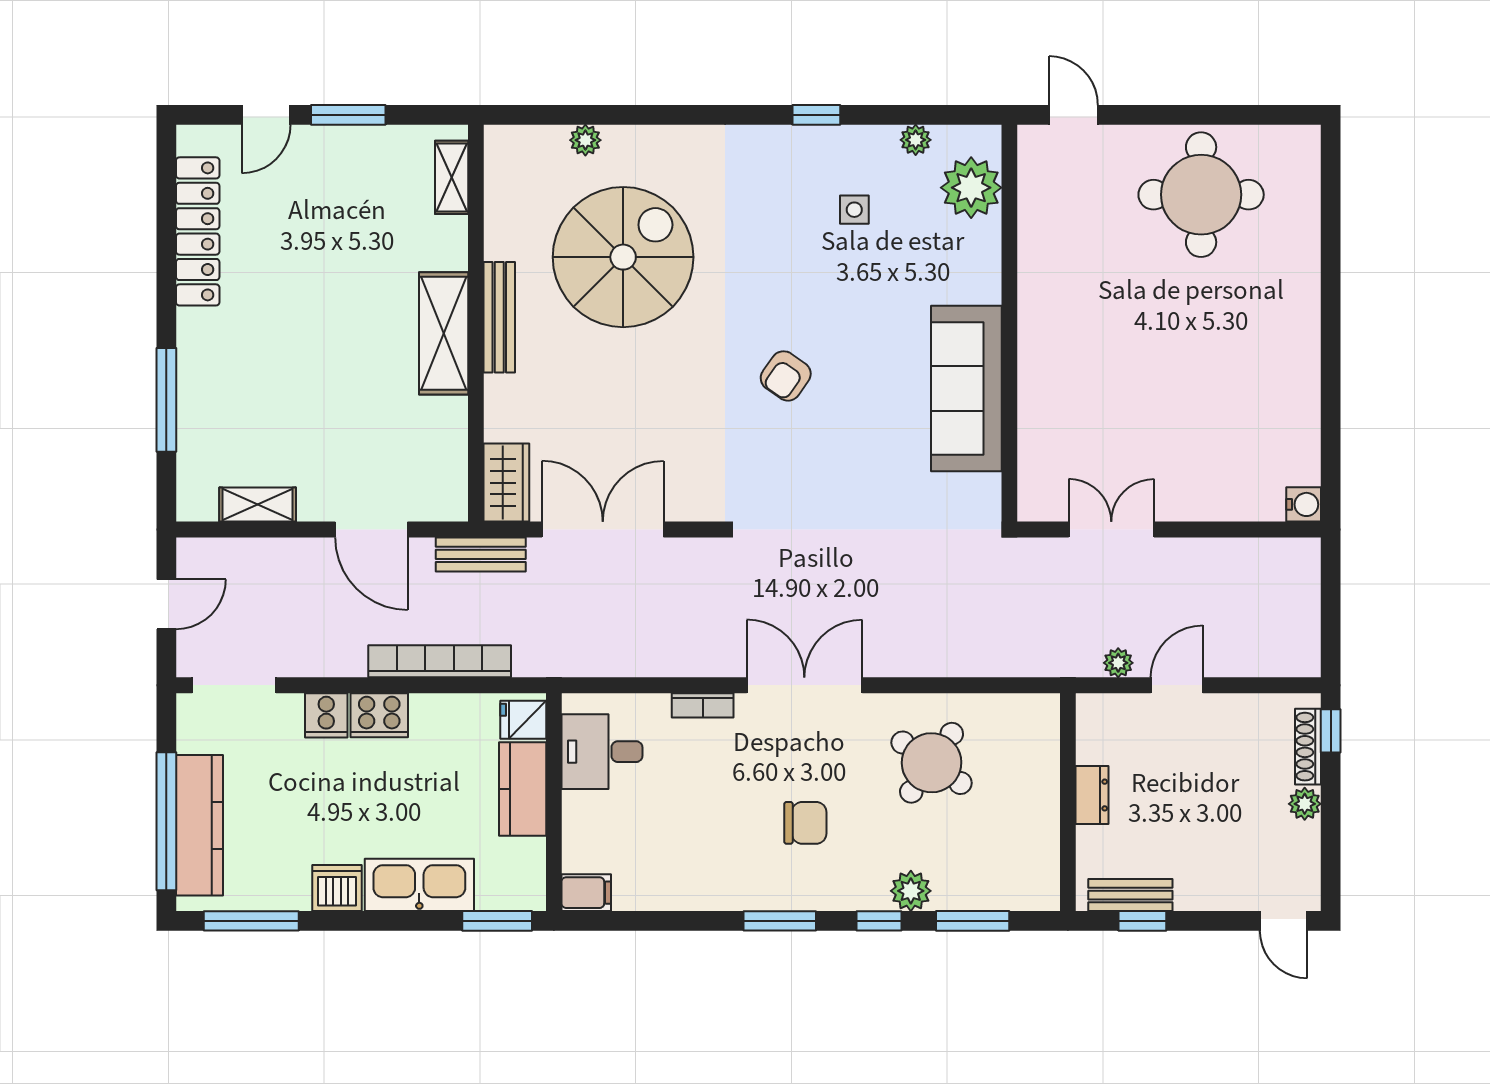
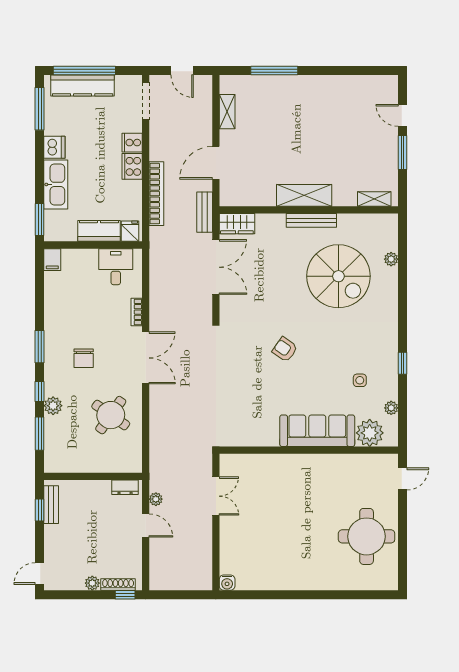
locker: (198, 231) -> (350, 85), removed
sofa: (966, 389) -> (317, 431), moved
dresser: (1092, 795) -> (125, 487), moved

